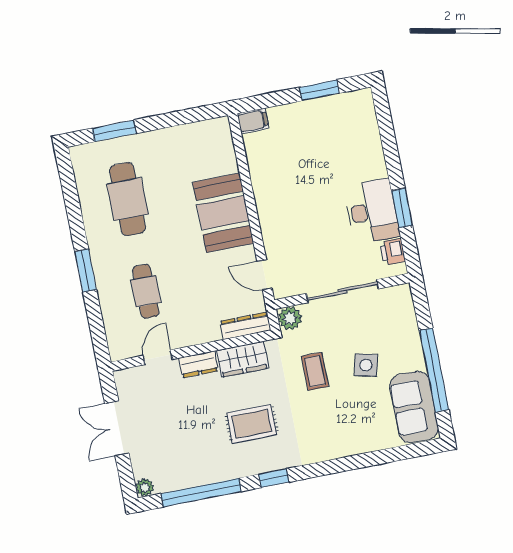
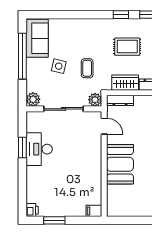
printer: (393, 252) -> (32, 210), moved
plant: (400, 297) -> (33, 99), added

